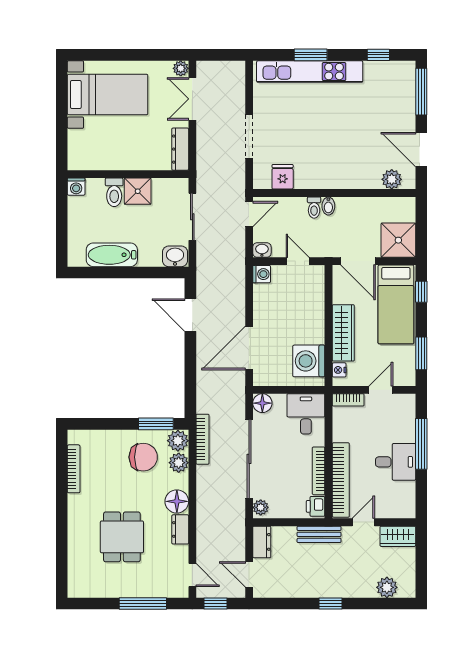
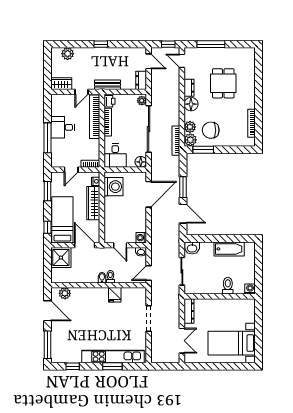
plant: (181, 68) -> (189, 358), removed
fridge: (283, 177) -> (115, 295), moved
shower: (138, 191) -> (214, 286), removed
window: (190, 360) -> (183, 187), added

